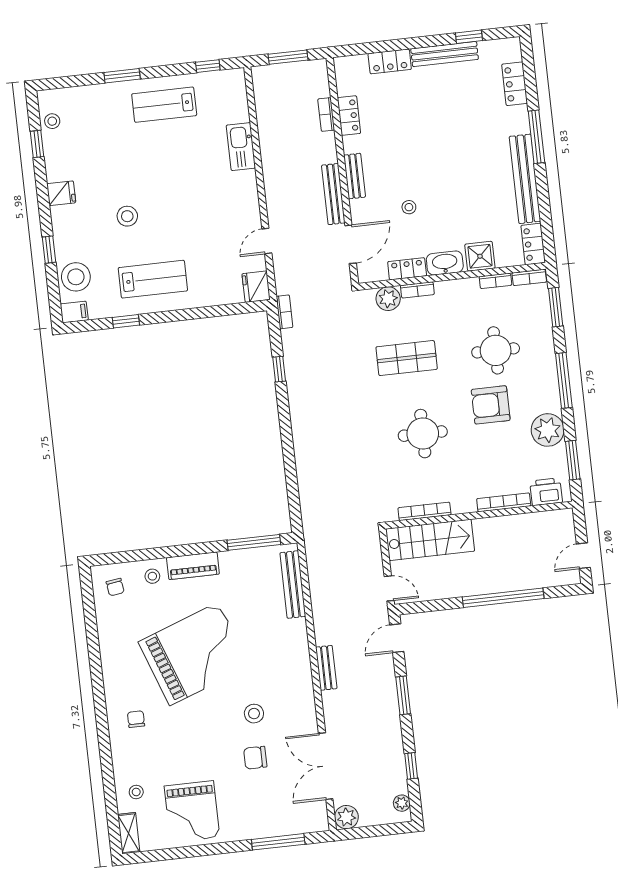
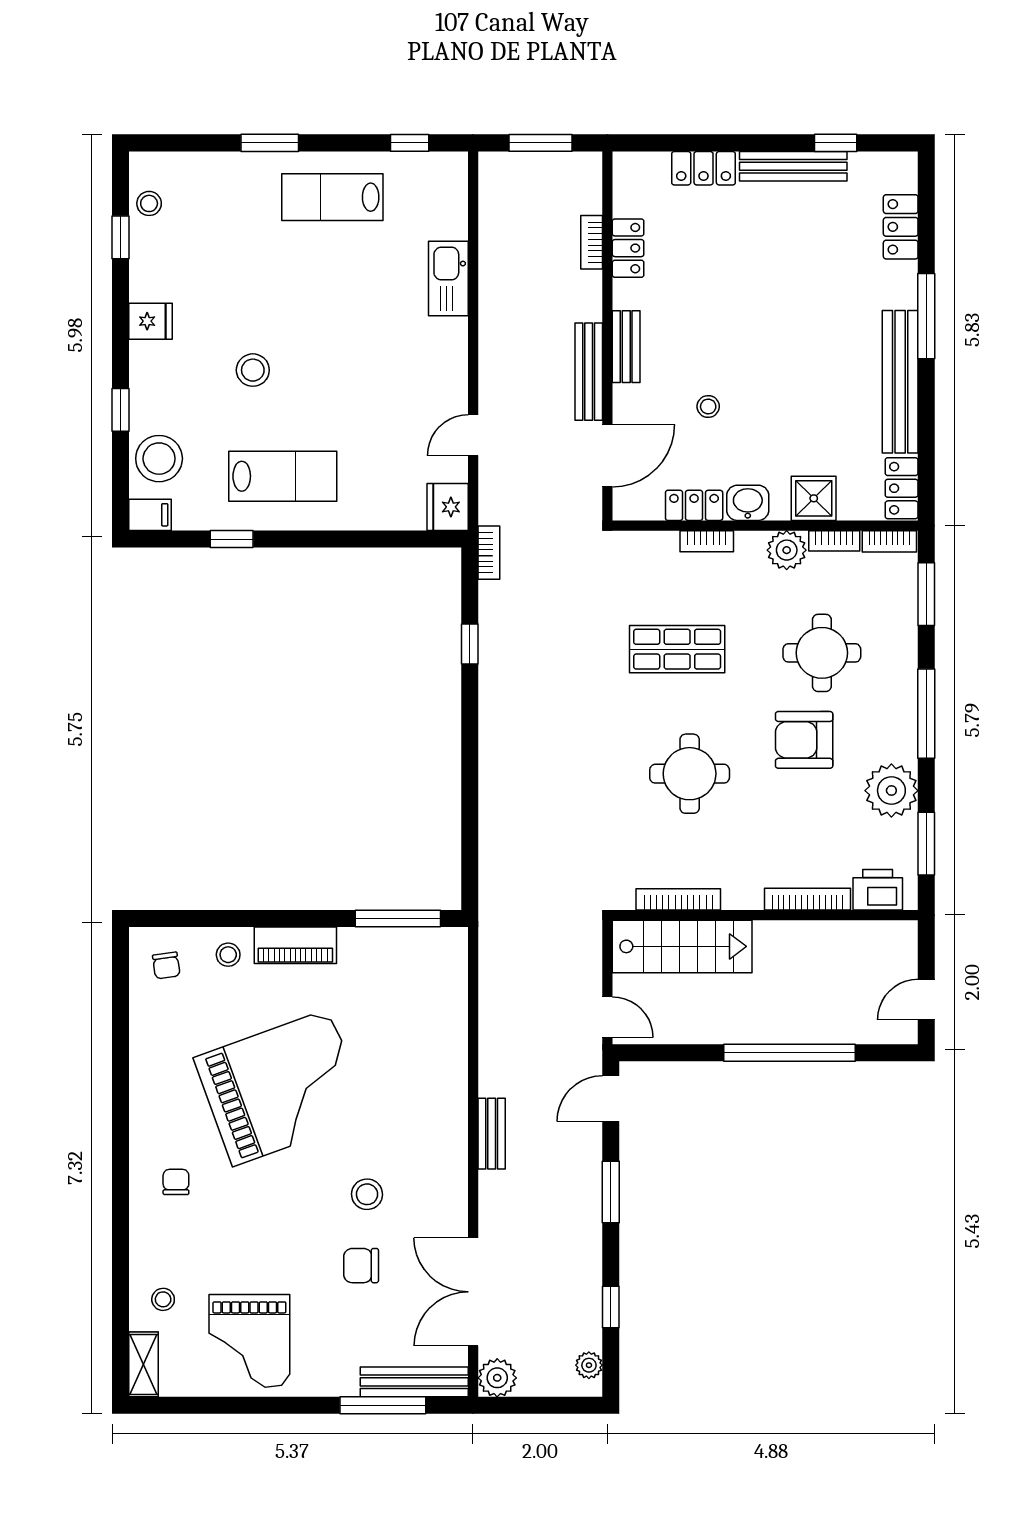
washbasin: (445, 263) -> (748, 503), width x0.72
plant: (388, 299) -> (787, 550), moved
bench: (293, 585) -> (414, 1382), moved, turned 90

